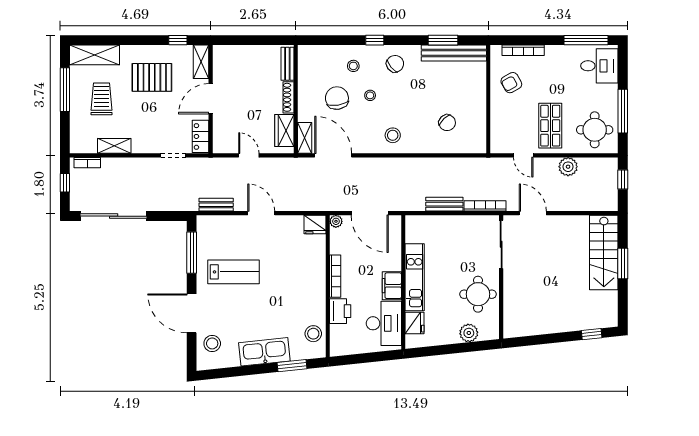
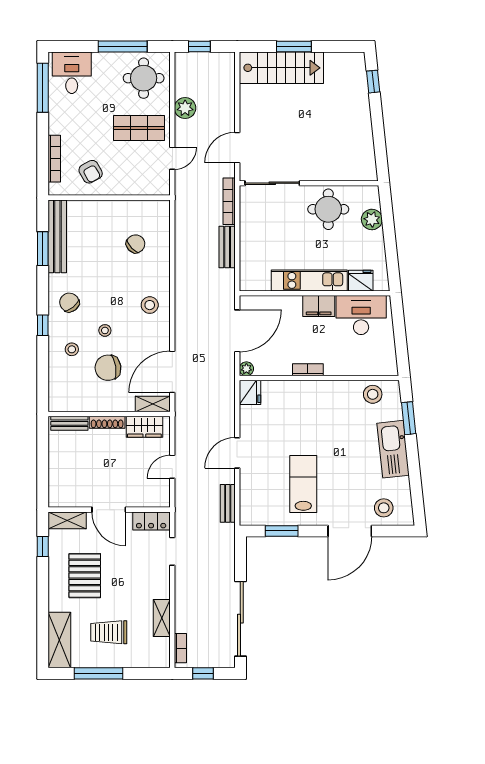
window: (192, 253) -> (282, 531), width x0.69
bookcase: (335, 276) -> (308, 370), width x0.64
printer: (340, 311) -> (347, 364), removed

